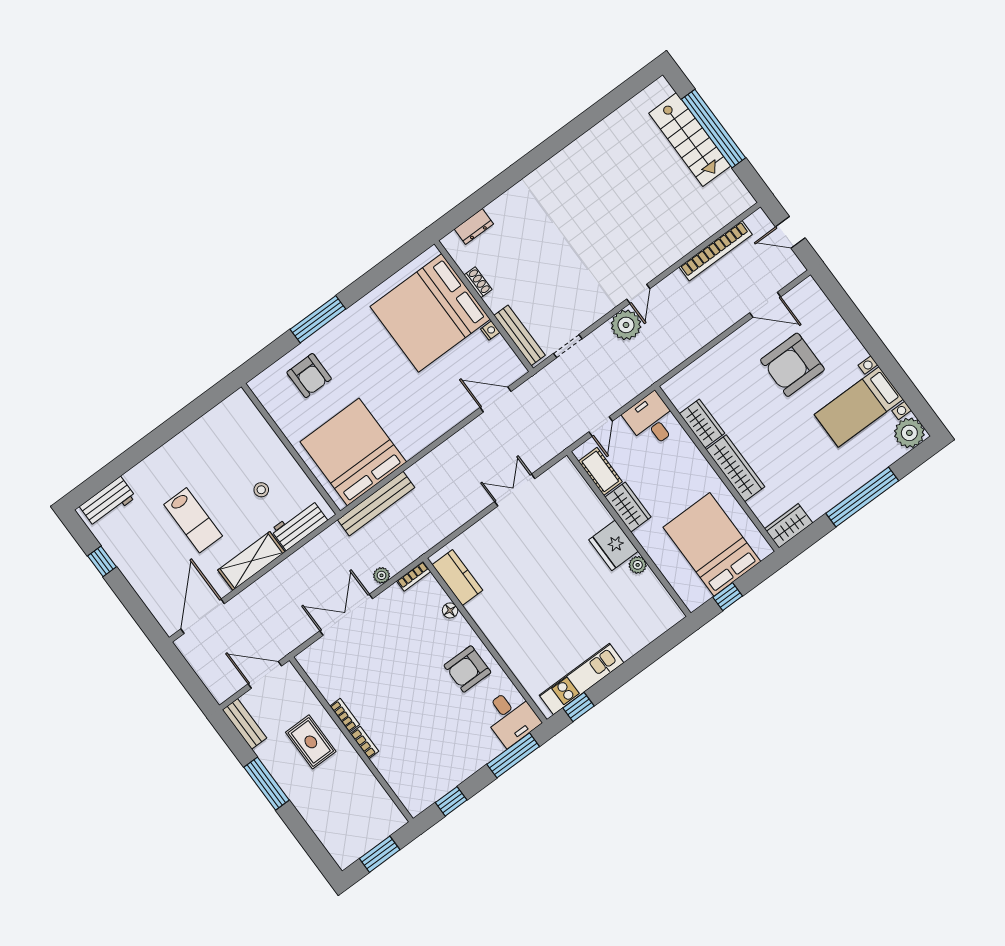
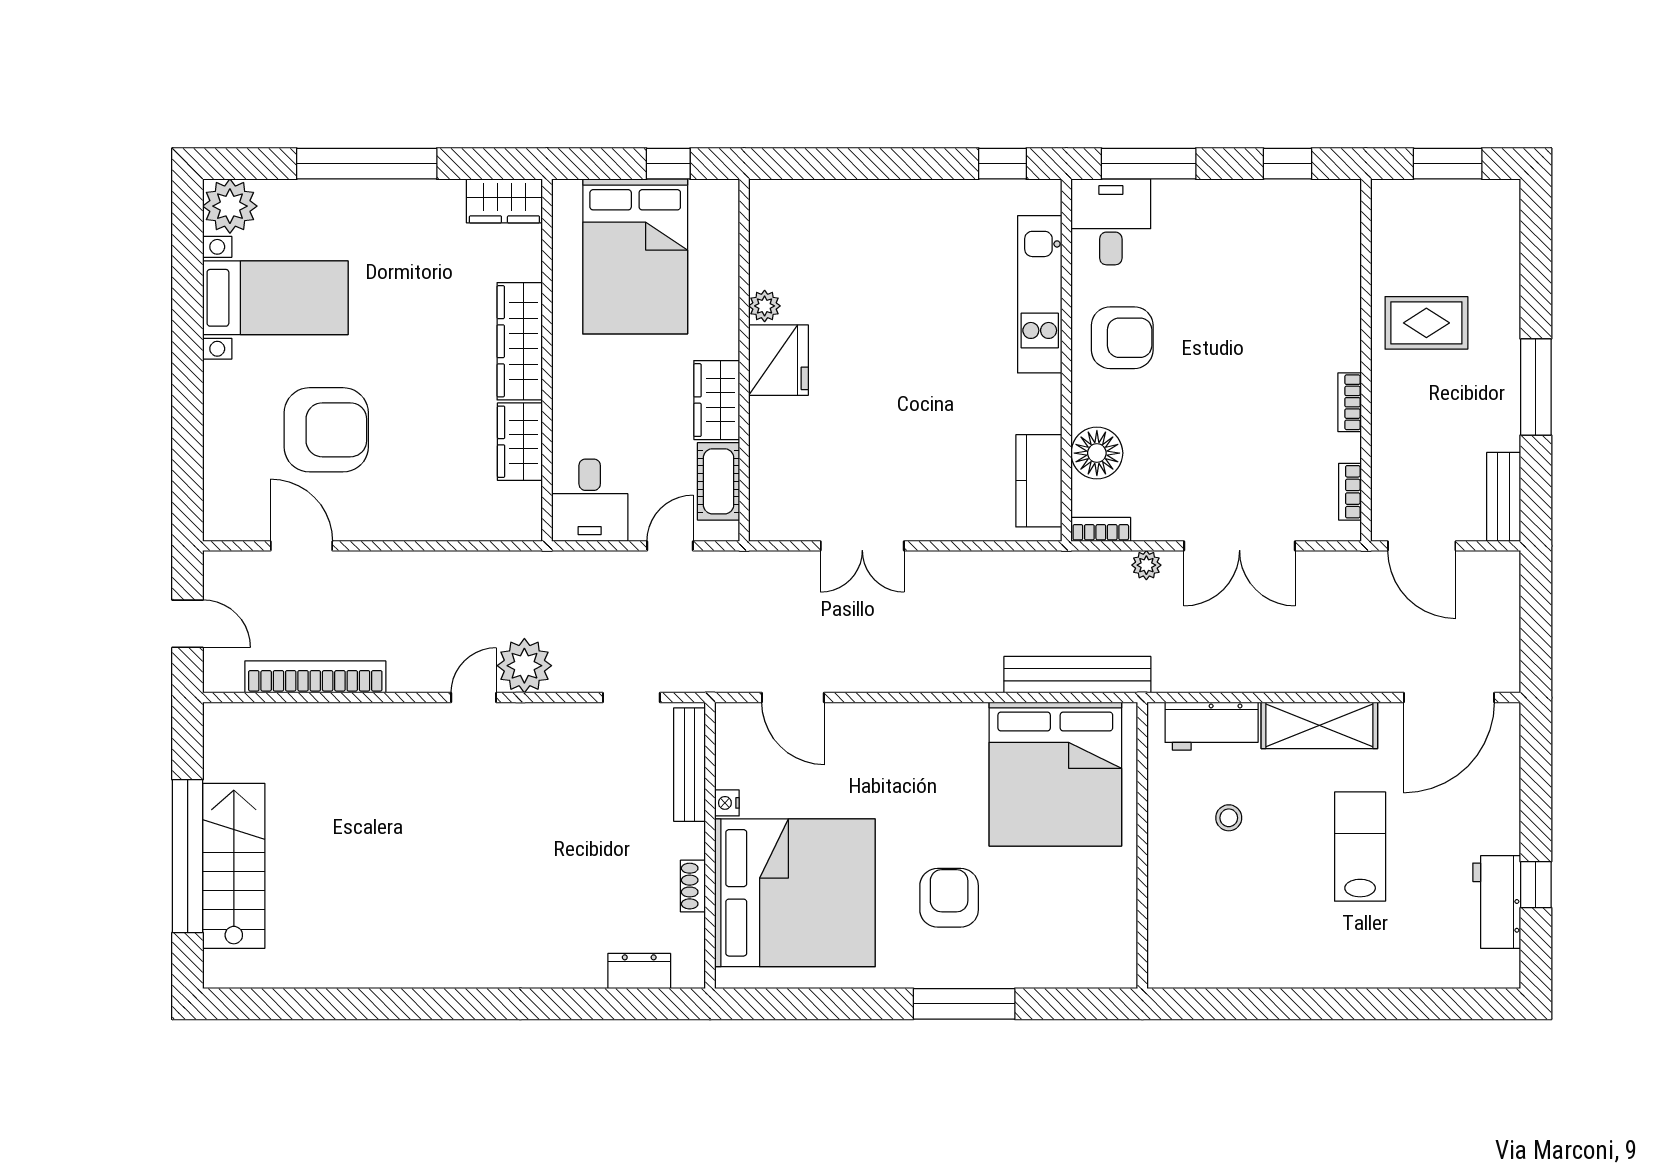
armchair: (309, 376) -> (949, 898), moved
workbench: (108, 502) -> (1497, 902), moved, turned -90
floor lamp: (450, 610) -> (1097, 453), width x1.89, depth x1.89
kitchen unit: (582, 679) -> (1040, 294), moved, turned 90
rug: (311, 742) -> (1426, 323), moved, turned 90
bookcase: (364, 743) -> (1350, 492), moved

